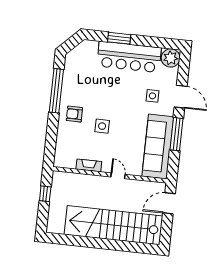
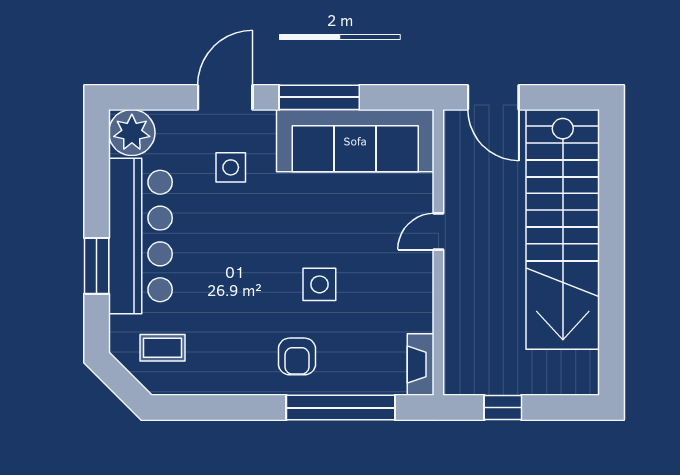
coffee table: (84, 61) -> (162, 348), added
window: (56, 91) -> (341, 408), moved
fireplace: (89, 165) -> (421, 365), moved

